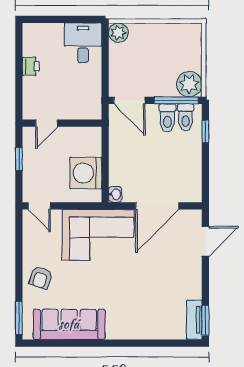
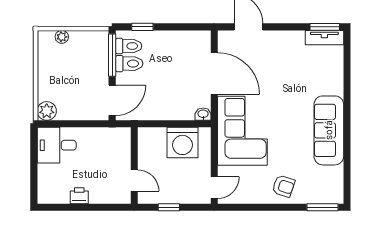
plant: (189, 84) -> (62, 37), moved, width x0.53, depth x0.53
sofa: (69, 324) -> (329, 130), moved

